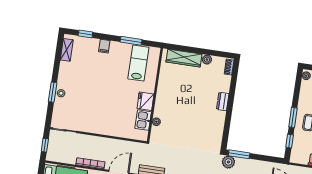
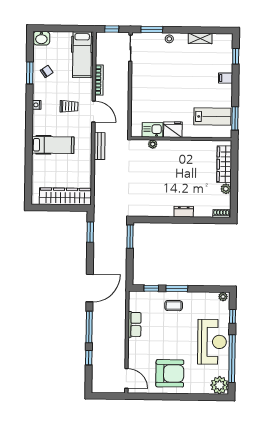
window: (131, 41) -> (235, 118), moved
shelving: (67, 50) -> (200, 38), moved
window: (53, 92) -> (152, 30), moved
plant: (228, 162) -> (120, 226), removed

